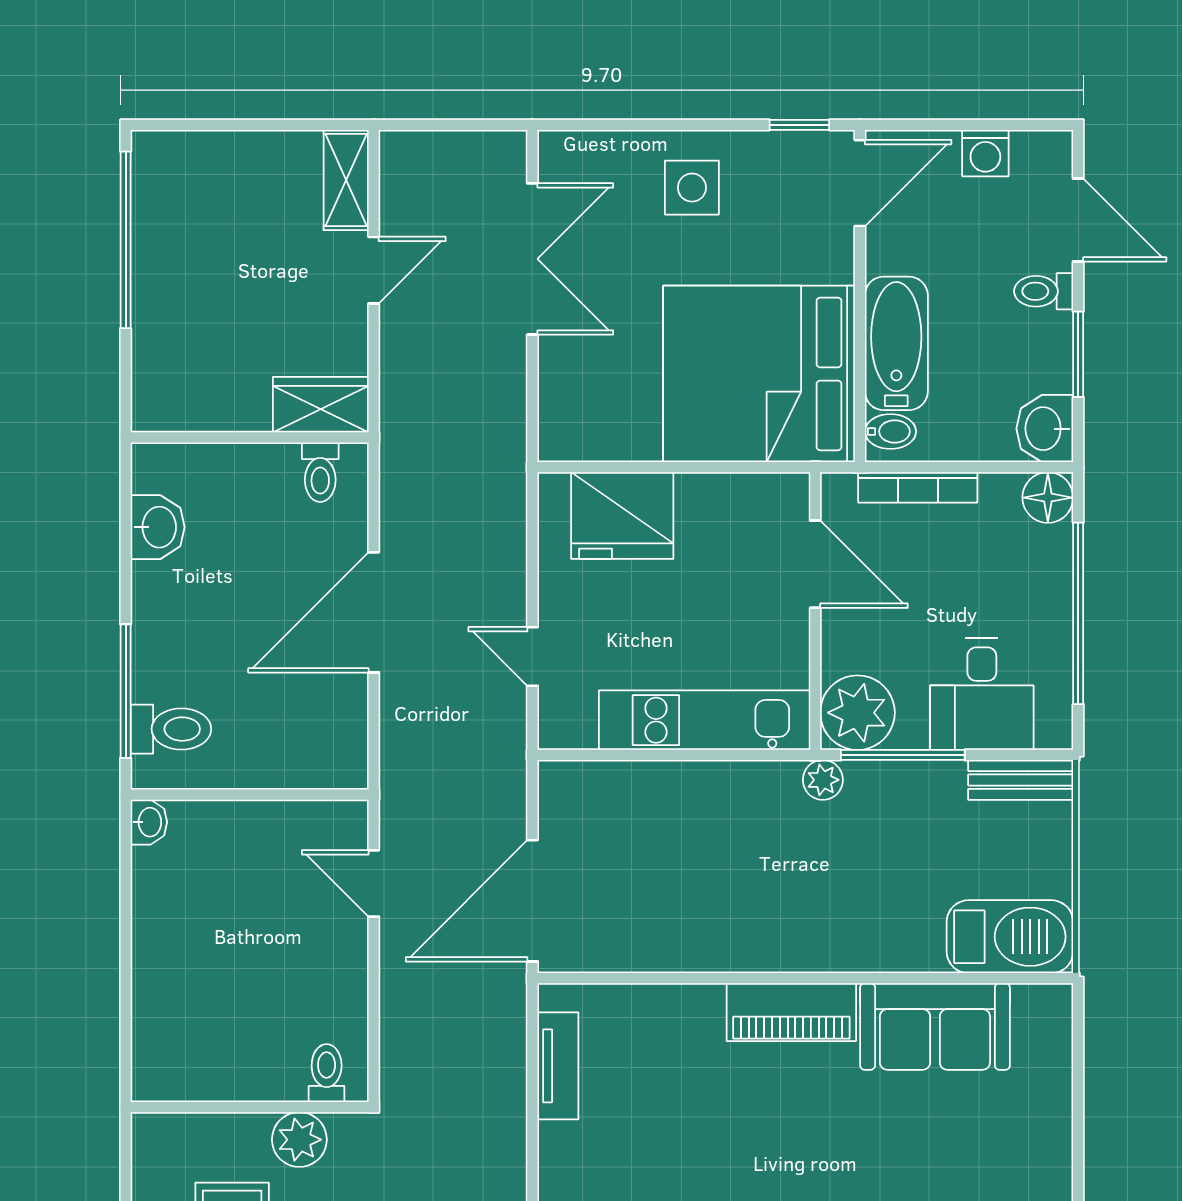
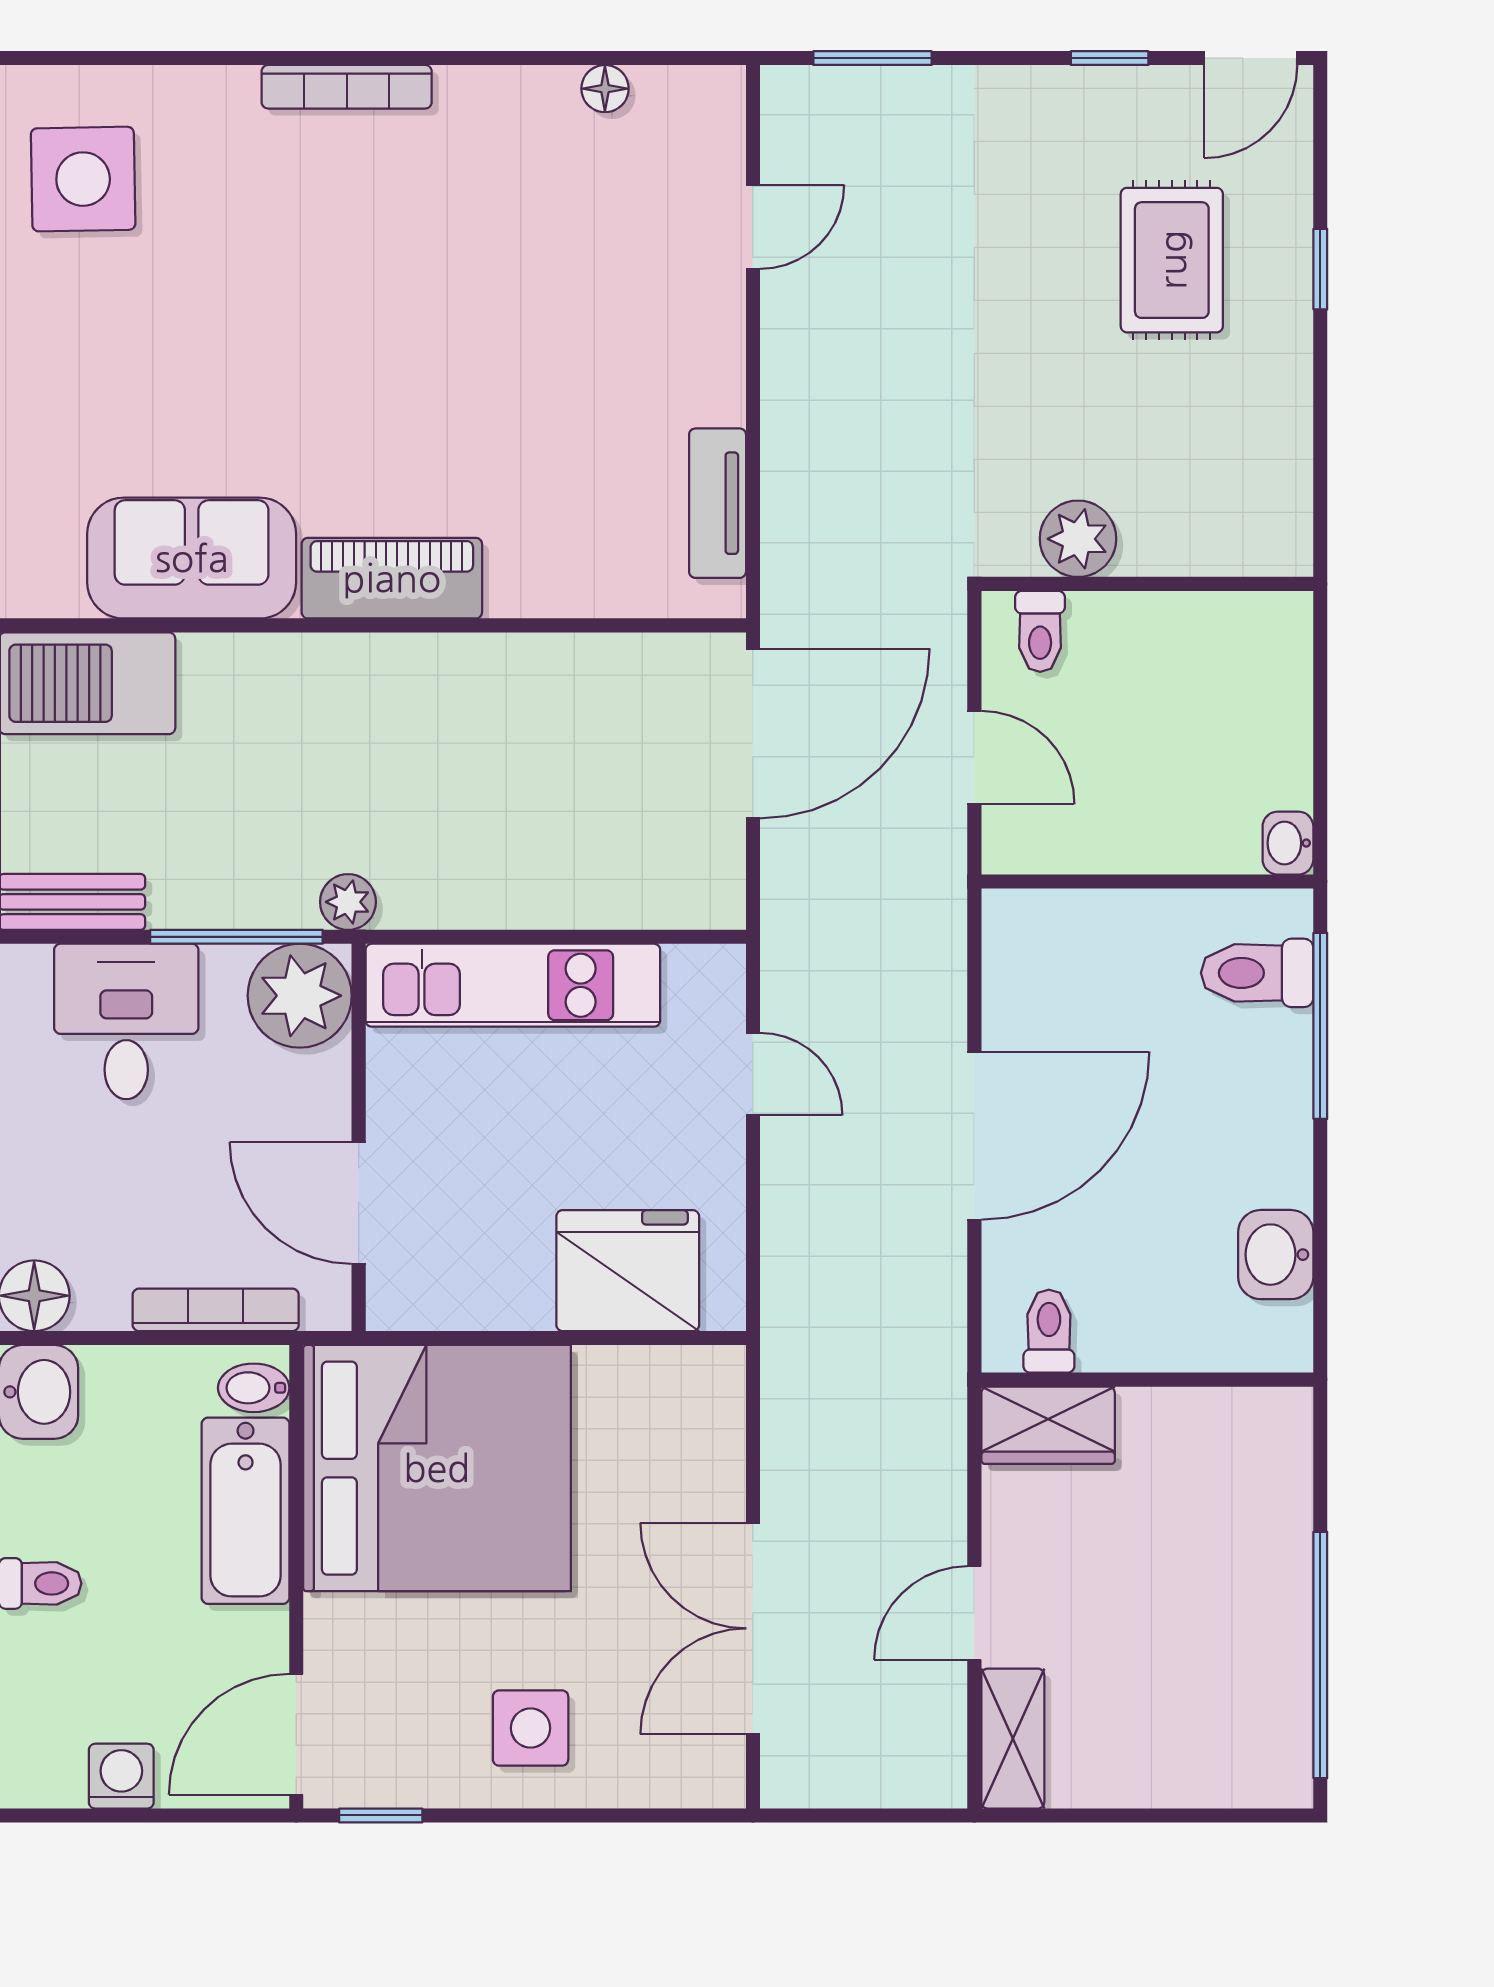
toilet: (327, 1073) -> (1040, 631), moved
wall: (250, 1107) -> (1147, 584), moved
plant: (299, 1140) -> (1078, 539), moved

